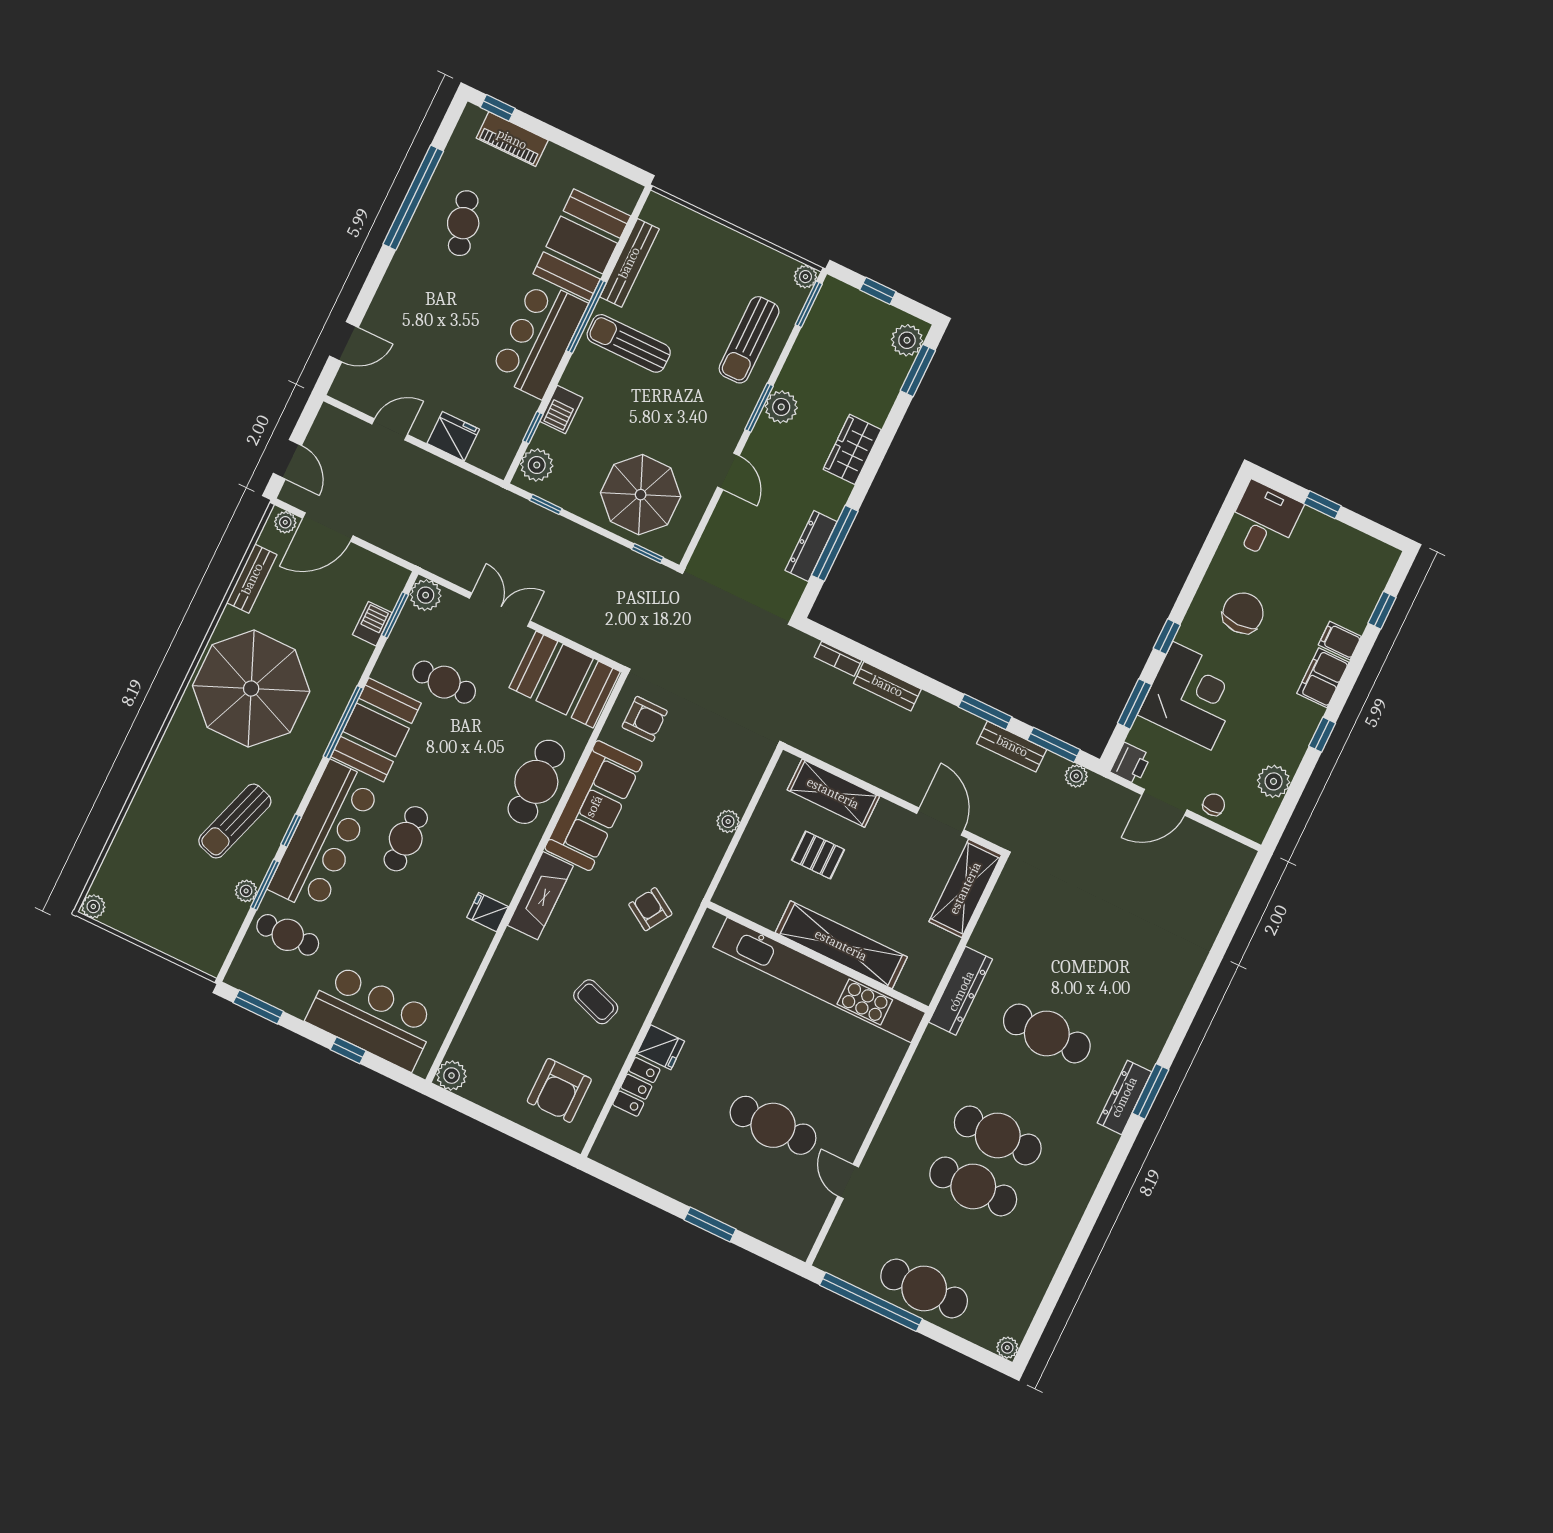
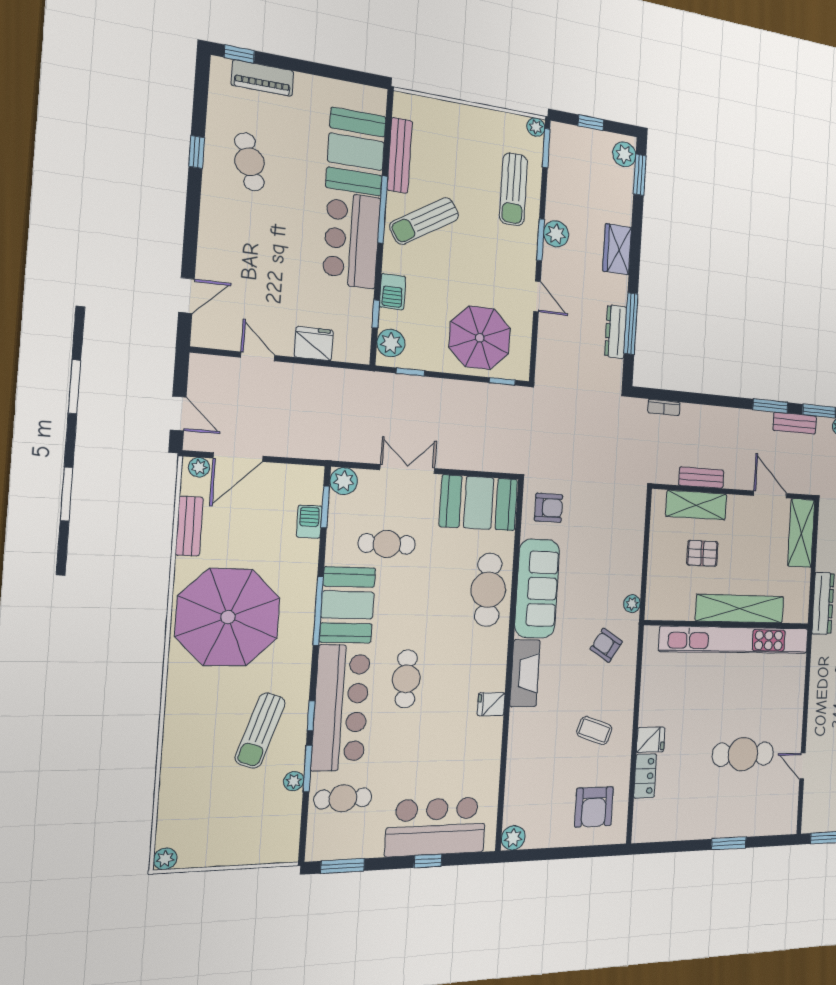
window: (413, 198) -> (197, 152), width x0.32
sun lounger: (629, 343) -> (424, 221), turned -32
door: (390, 429) -> (258, 356), hinge flipped
bench: (887, 686) -> (701, 478), moved
plant: (728, 821) -> (632, 604), moved

